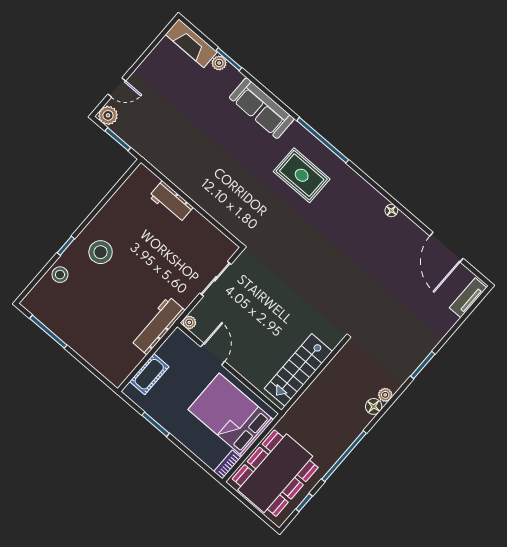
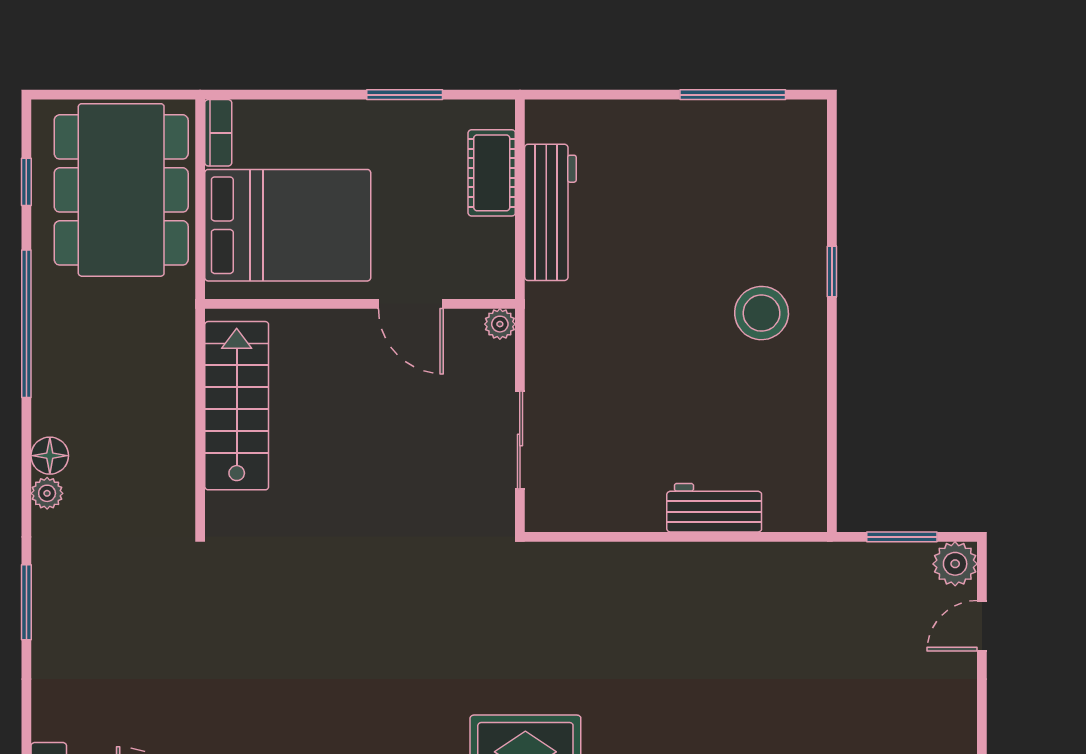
stool: (60, 275) -> (799, 212), removed
workbench: (158, 325) -> (550, 212), moved

